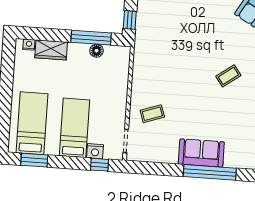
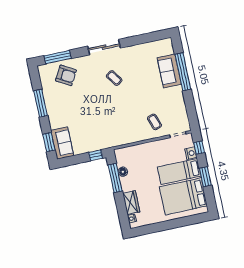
bed: (32, 123) -> (183, 196), width x1.50
sofa: (201, 153) -> (169, 71), moved
window: (34, 160) -> (205, 177), moved

